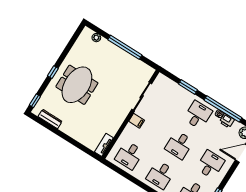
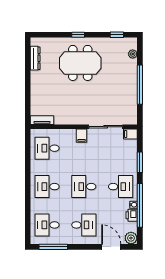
filing cabinet: (160, 80) -> (130, 134), added
window: (35, 101) -> (117, 35), moved

